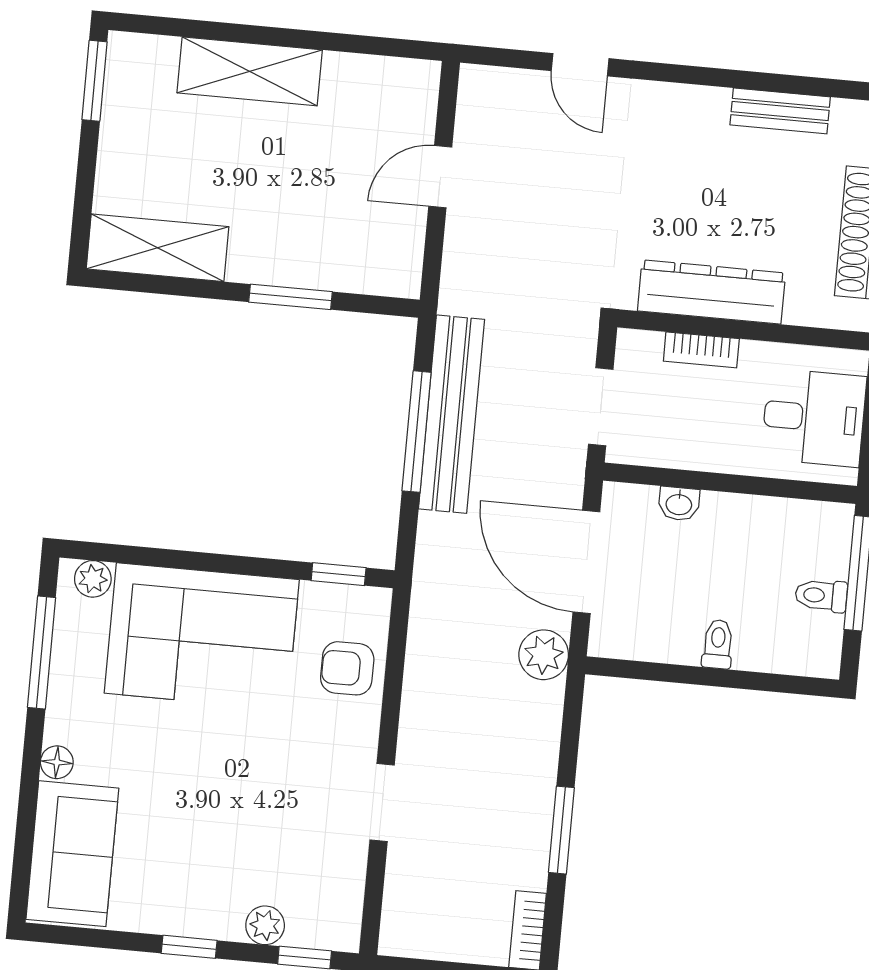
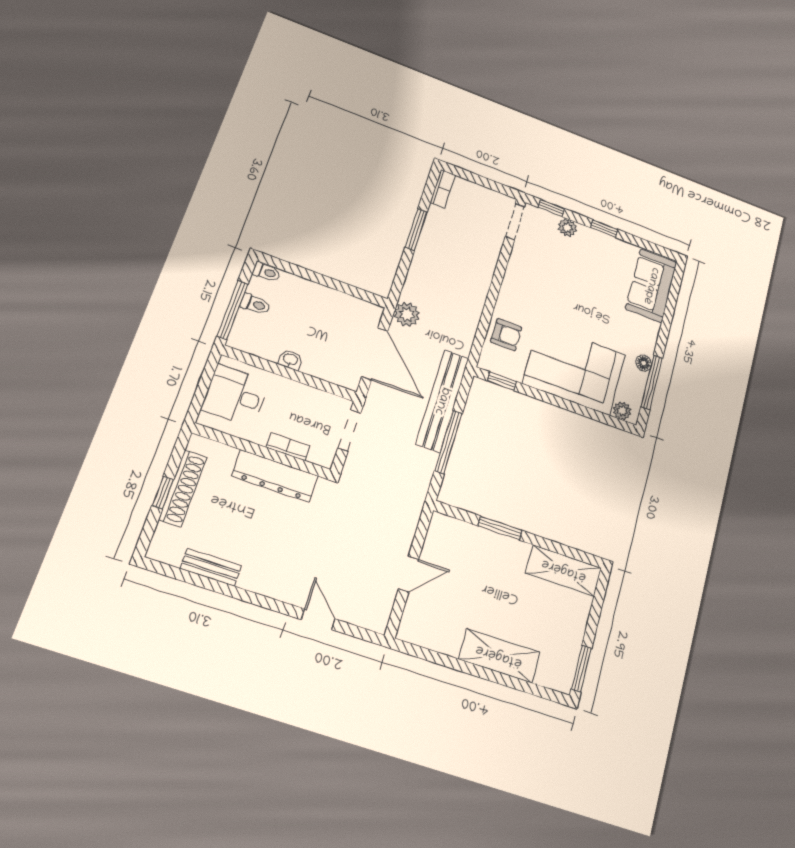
bench: (452, 414) -> (442, 401), moved
washbasin: (679, 504) -> (290, 360), moved
toilet: (718, 644) -> (267, 272), moved, turned -90
floor lamp: (57, 762) -> (644, 363), moved
doorway: (382, 803) -> (515, 222), moved

